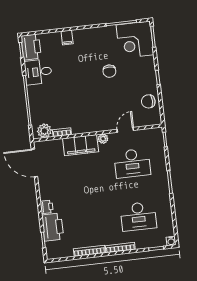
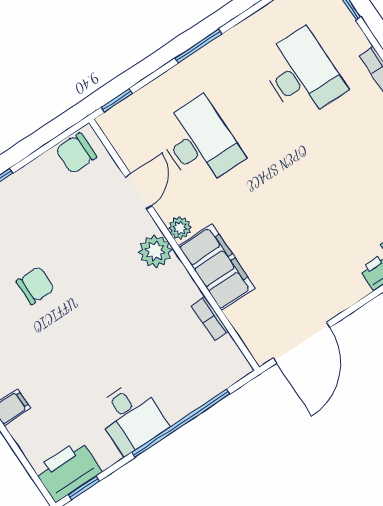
desk: (38, 72) -> (131, 417), moved
chair: (148, 101) -> (76, 153), moved, turned 90
door: (125, 130) -> (139, 191), swing flipped
plant: (44, 131) -> (155, 251), moved

